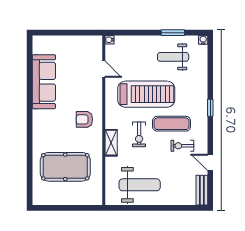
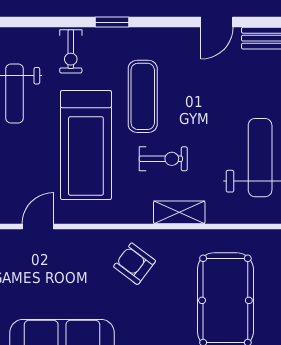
treadmill: (146, 94) -> (86, 145), turned 180
armchair: (84, 119) -> (135, 264), turned 127
exercise bike: (182, 146) -> (71, 51), moved

